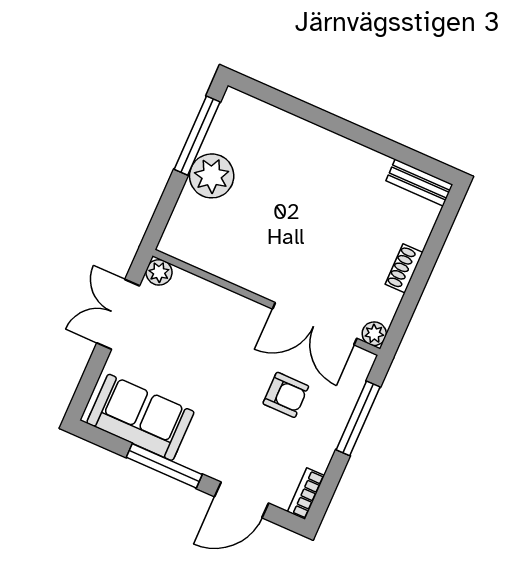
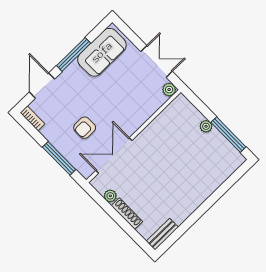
plant: (212, 176) -> (206, 126), width x0.53, depth x0.53
shoe rack: (404, 268) -> (127, 214), width x1.43
plant: (374, 334) -> (110, 196), moved

